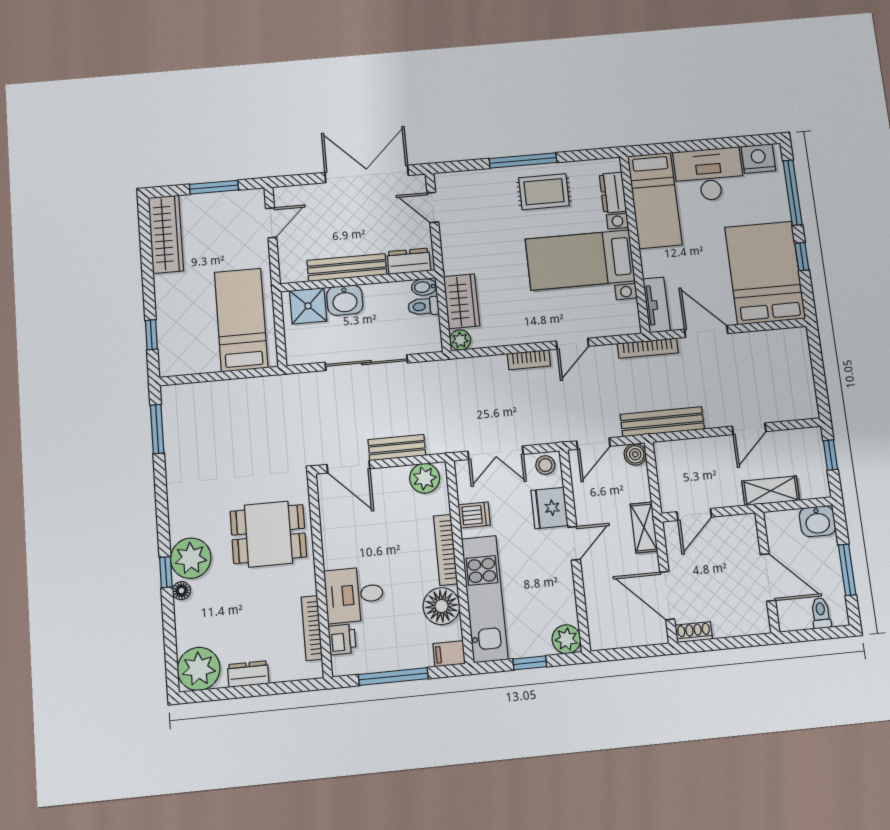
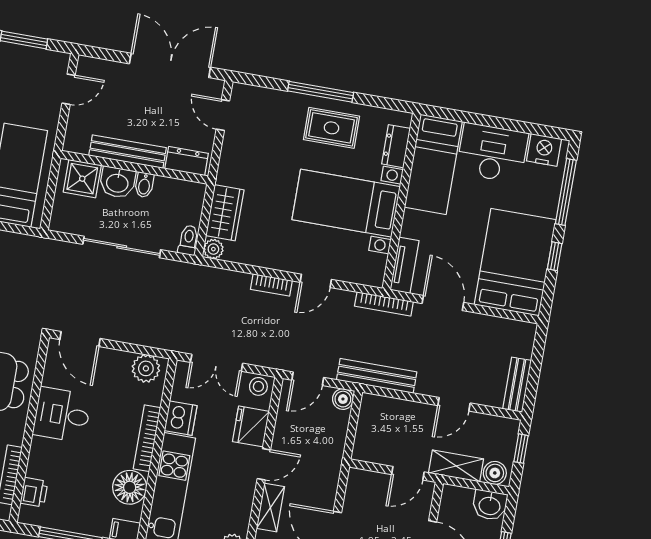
bidet: (424, 287) -> (144, 185), moved, turned -90
toilet: (423, 306) -> (188, 240), moved, turned 90
bench: (397, 448) -> (517, 385), moved, turned 90
boiler: (812, 487) -> (495, 473), added
door: (694, 514) -> (408, 473), moved
dishwasher: (474, 515) -> (181, 418), width x1.38
shelving: (644, 527) -> (270, 508), moved
desk: (354, 595) -> (62, 415), moved

